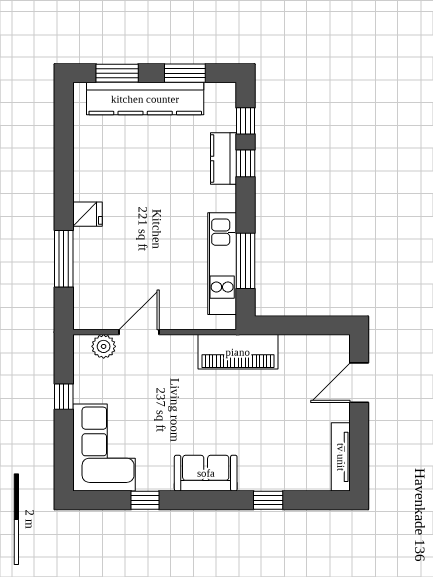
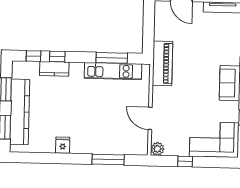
fridge: (87, 214) -> (63, 145), moved
plant: (104, 346) -> (157, 149), moved

